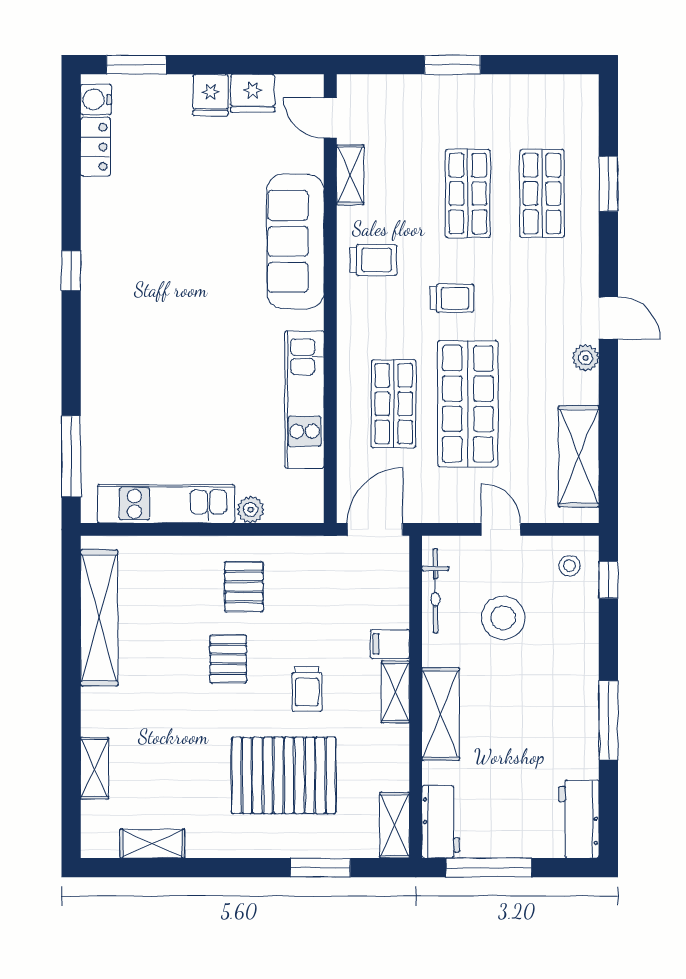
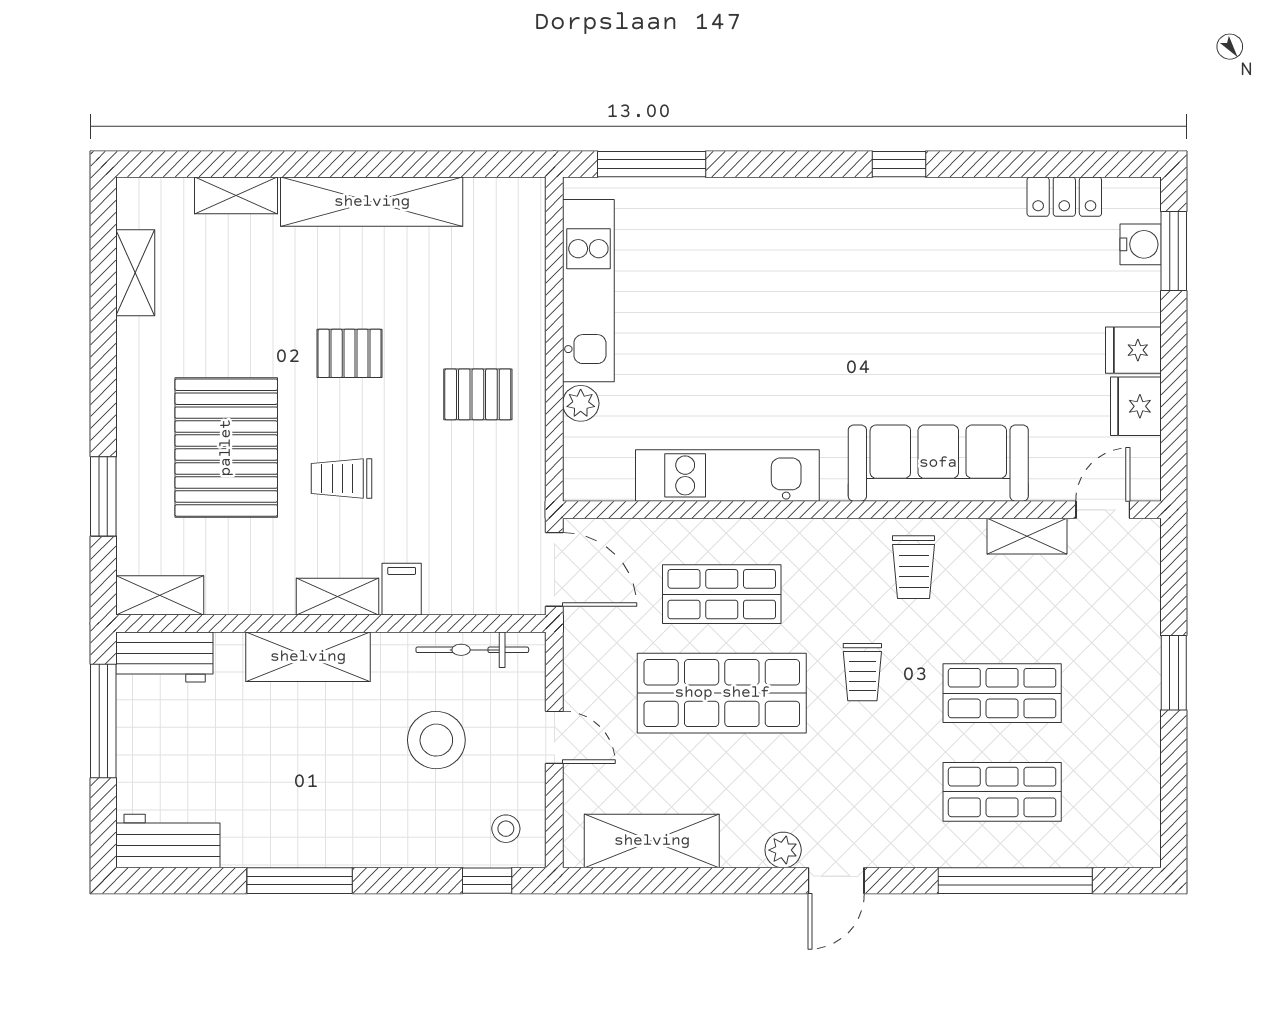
water cooler: (96, 100) -> (1141, 244), moved, turned 90
window: (608, 184) -> (1015, 881), width x2.11
door: (501, 529) -> (554, 737), hinge flipped
shelving: (99, 618) -> (372, 202), moved
pallet: (228, 659) -> (350, 353), moved

